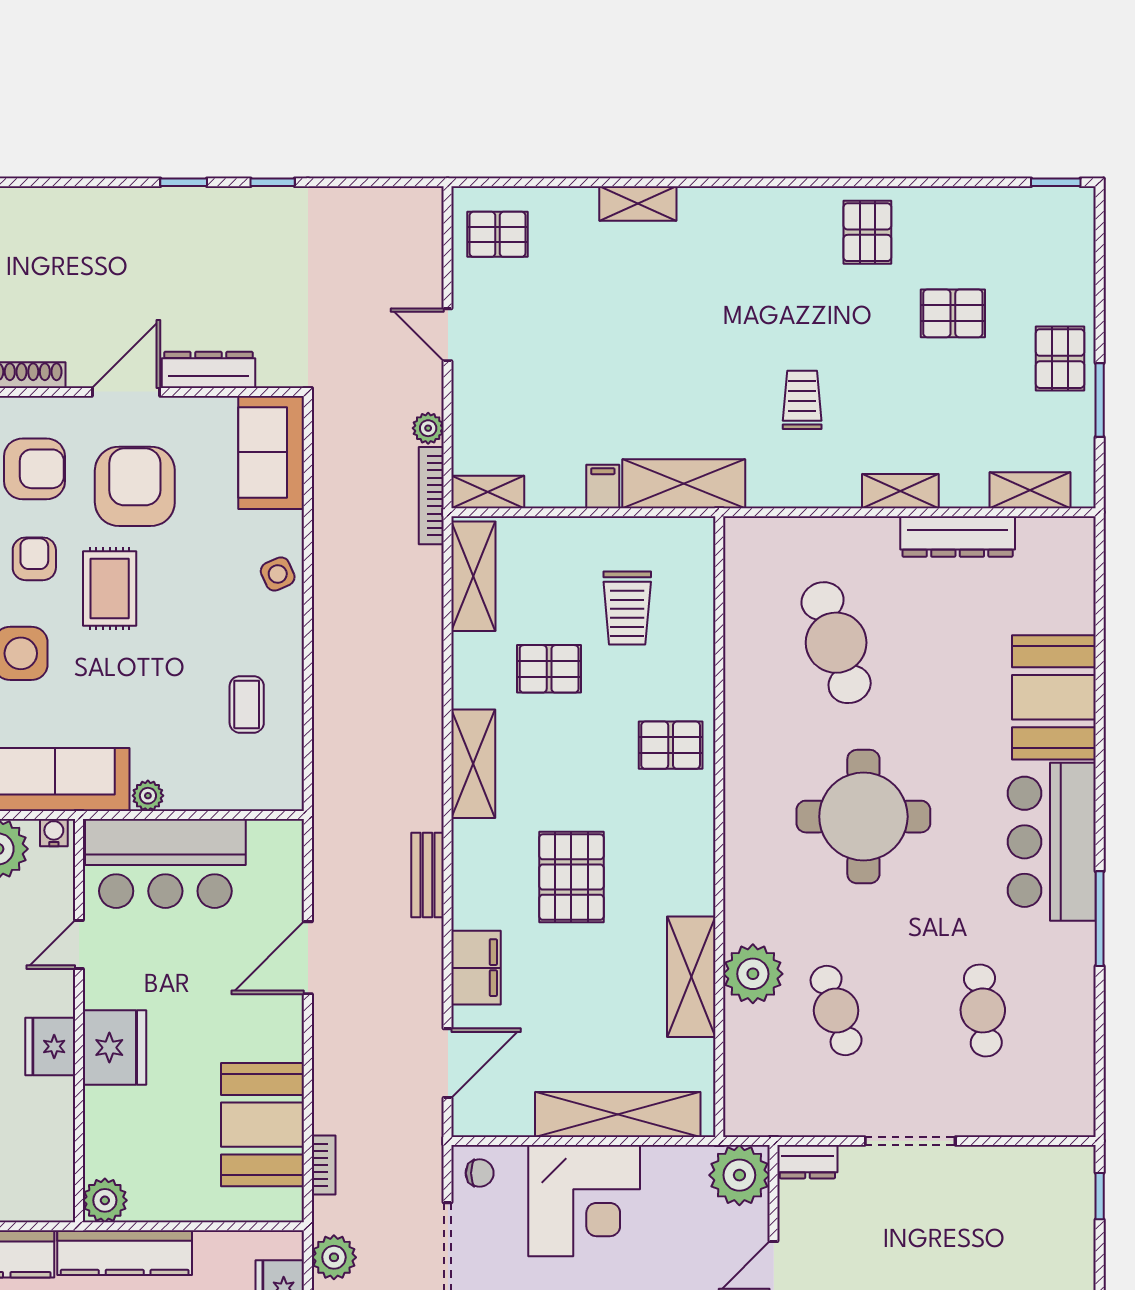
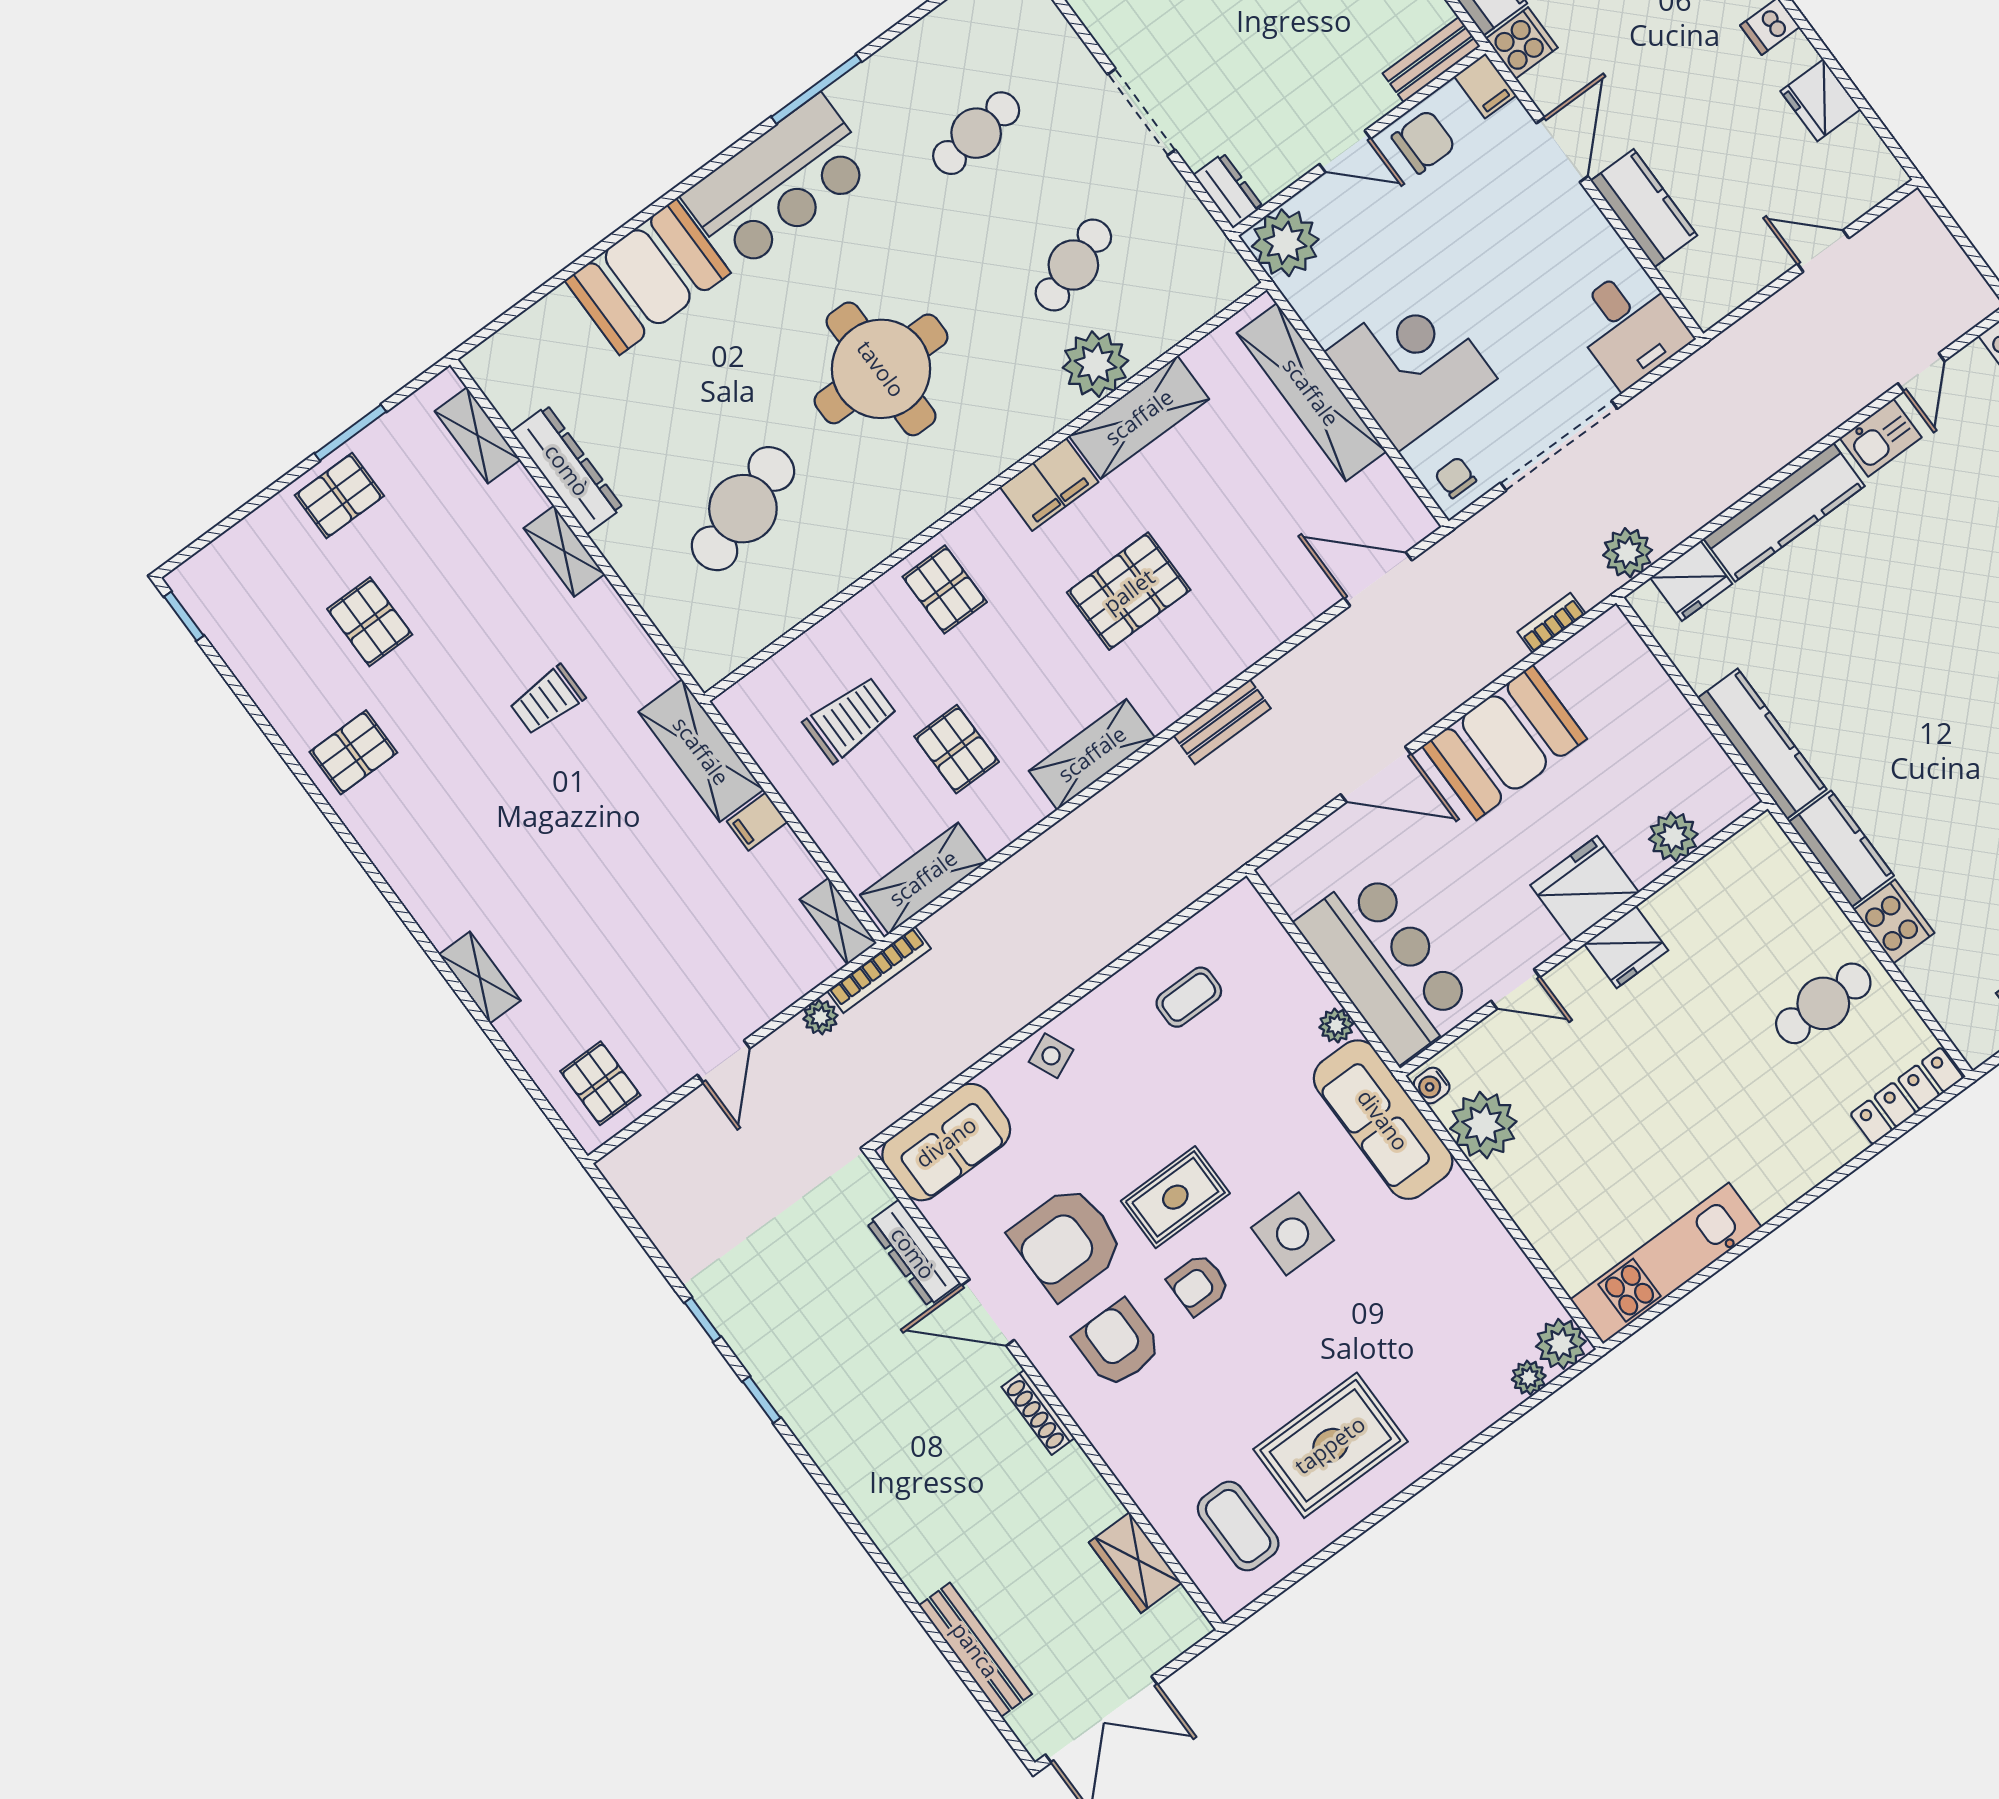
filing cabinet: (476, 968) -> (1049, 484), moved, turned 180
booth: (263, 1125) -> (1504, 742), moved
plant: (105, 1200) -> (1673, 837), moved

